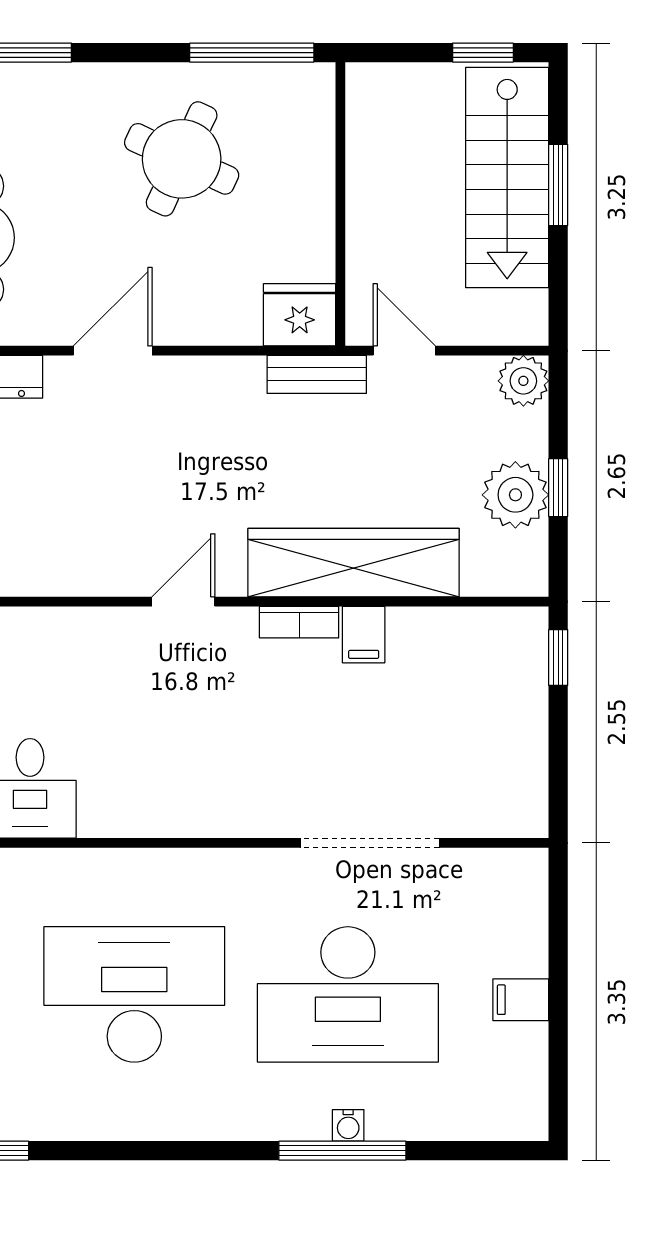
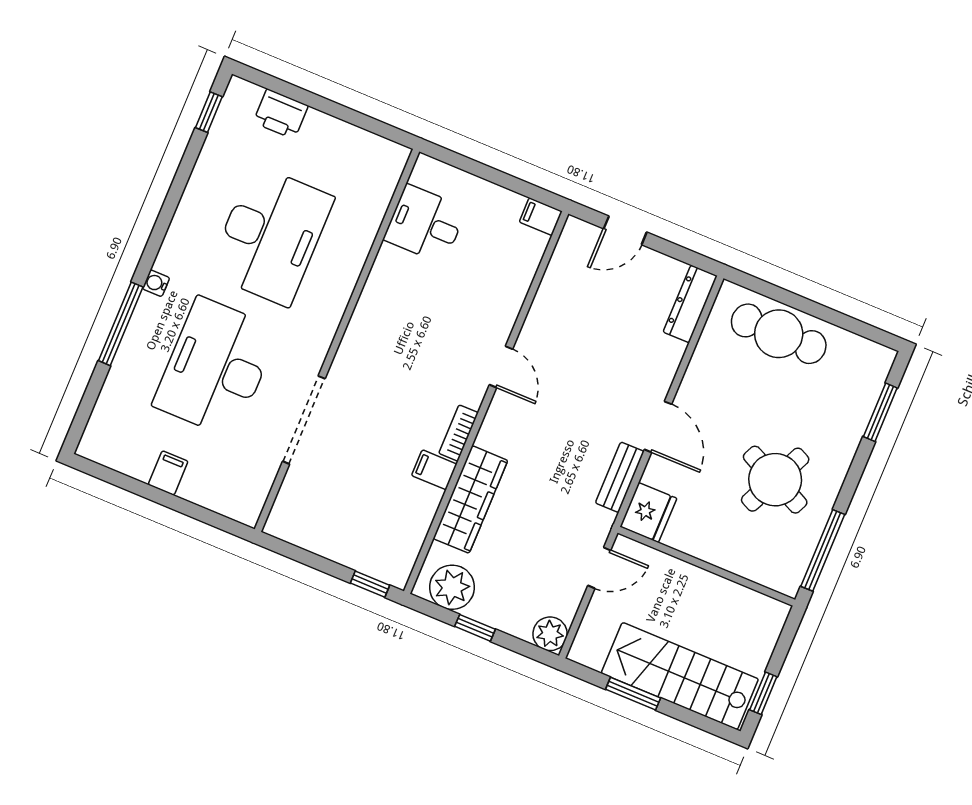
window: (558, 185) -> (633, 694), moved
door: (113, 351) -> (658, 427), moved
bench: (317, 374) -> (620, 477), moved
plant: (515, 495) -> (452, 587), moved
wardrobe: (354, 563) -> (470, 499), width x0.71, depth x0.85
water cooler: (348, 1125) -> (156, 283), moved

